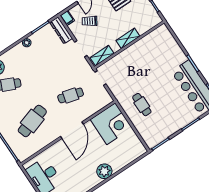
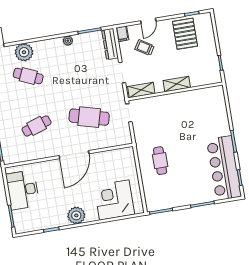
cafe table: (71, 95) -> (89, 117), width x1.37, depth x1.35
cafe table: (32, 121) -> (37, 126), width x0.73, depth x0.74
corner desk: (111, 124) -> (114, 200), moved, turned 180
plant: (104, 171) -> (76, 215), moved

